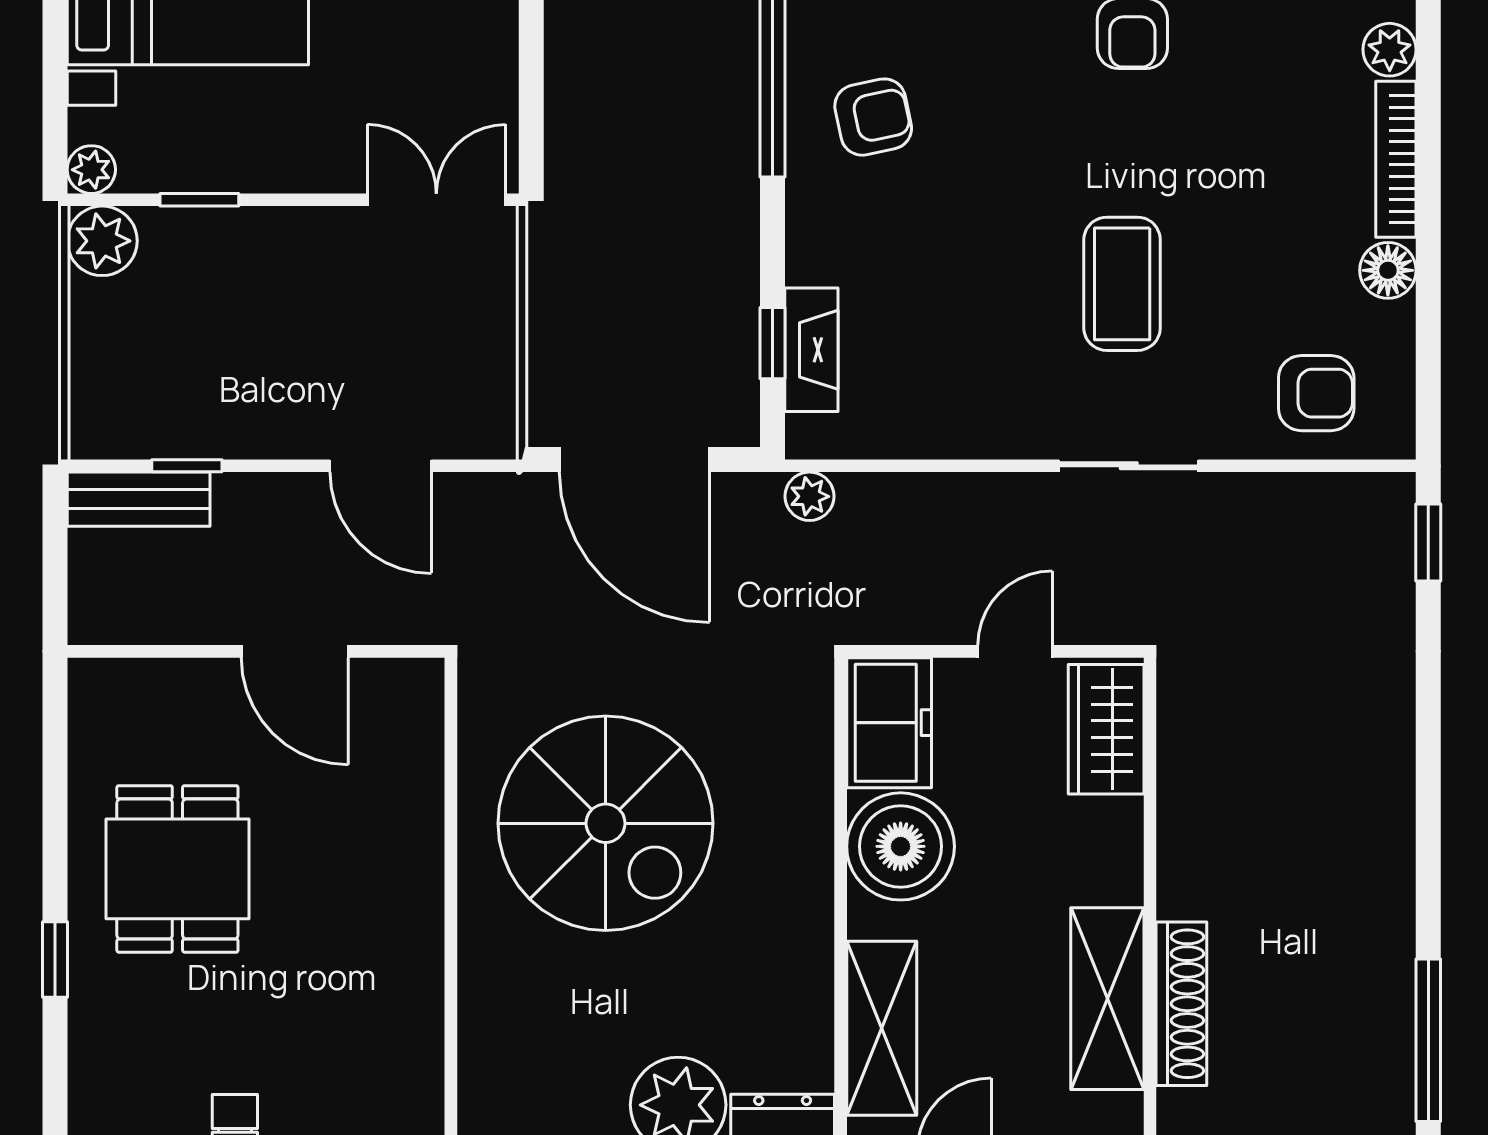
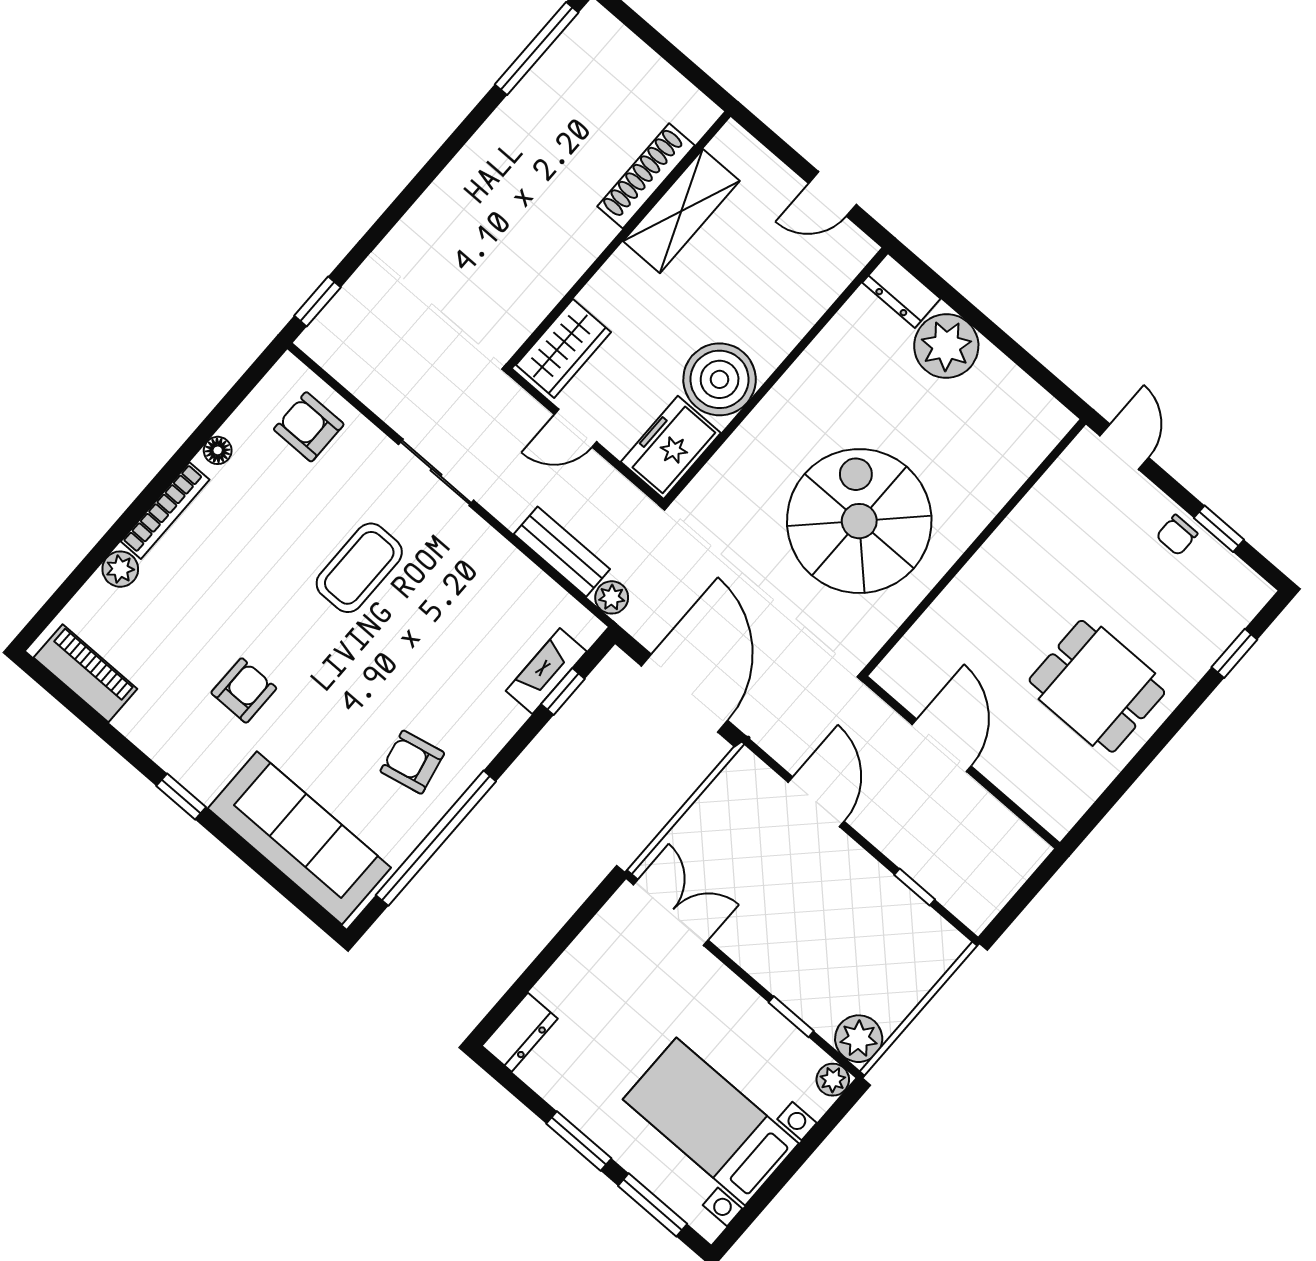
double door: (436, 200) -> (671, 912), swing flipped
floor lamp: (1388, 270) -> (218, 450), width x0.73, depth x0.73
bench: (139, 499) -> (562, 552), moved
dining table: (177, 869) -> (1097, 686), turned 90
window: (55, 960) -> (1234, 653), moved
shelving: (882, 1028) -> (809, 295), removed

